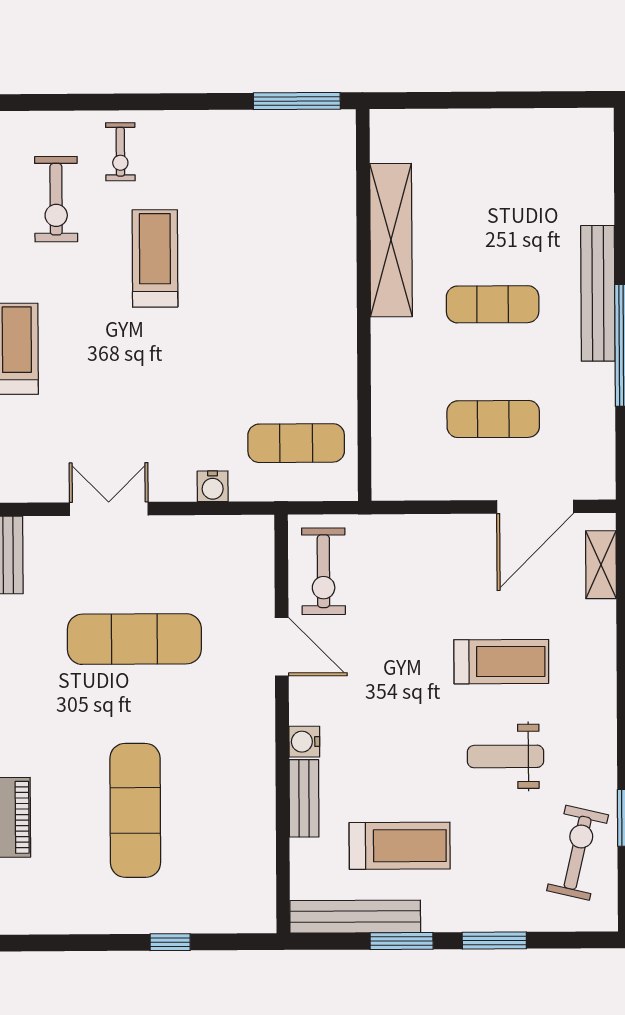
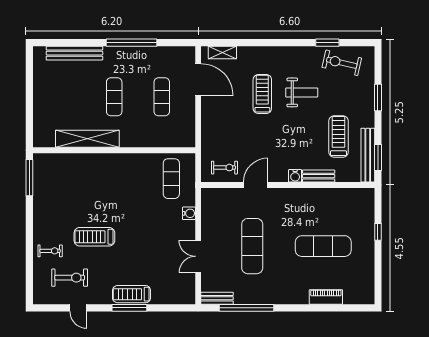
bench: (598, 293) -> (74, 53), moved
exercise bike: (323, 571) -> (224, 168), width x0.73, depth x0.72
weight bench: (505, 756) -> (302, 92), turned -90
window: (402, 941) -> (378, 157), moved

